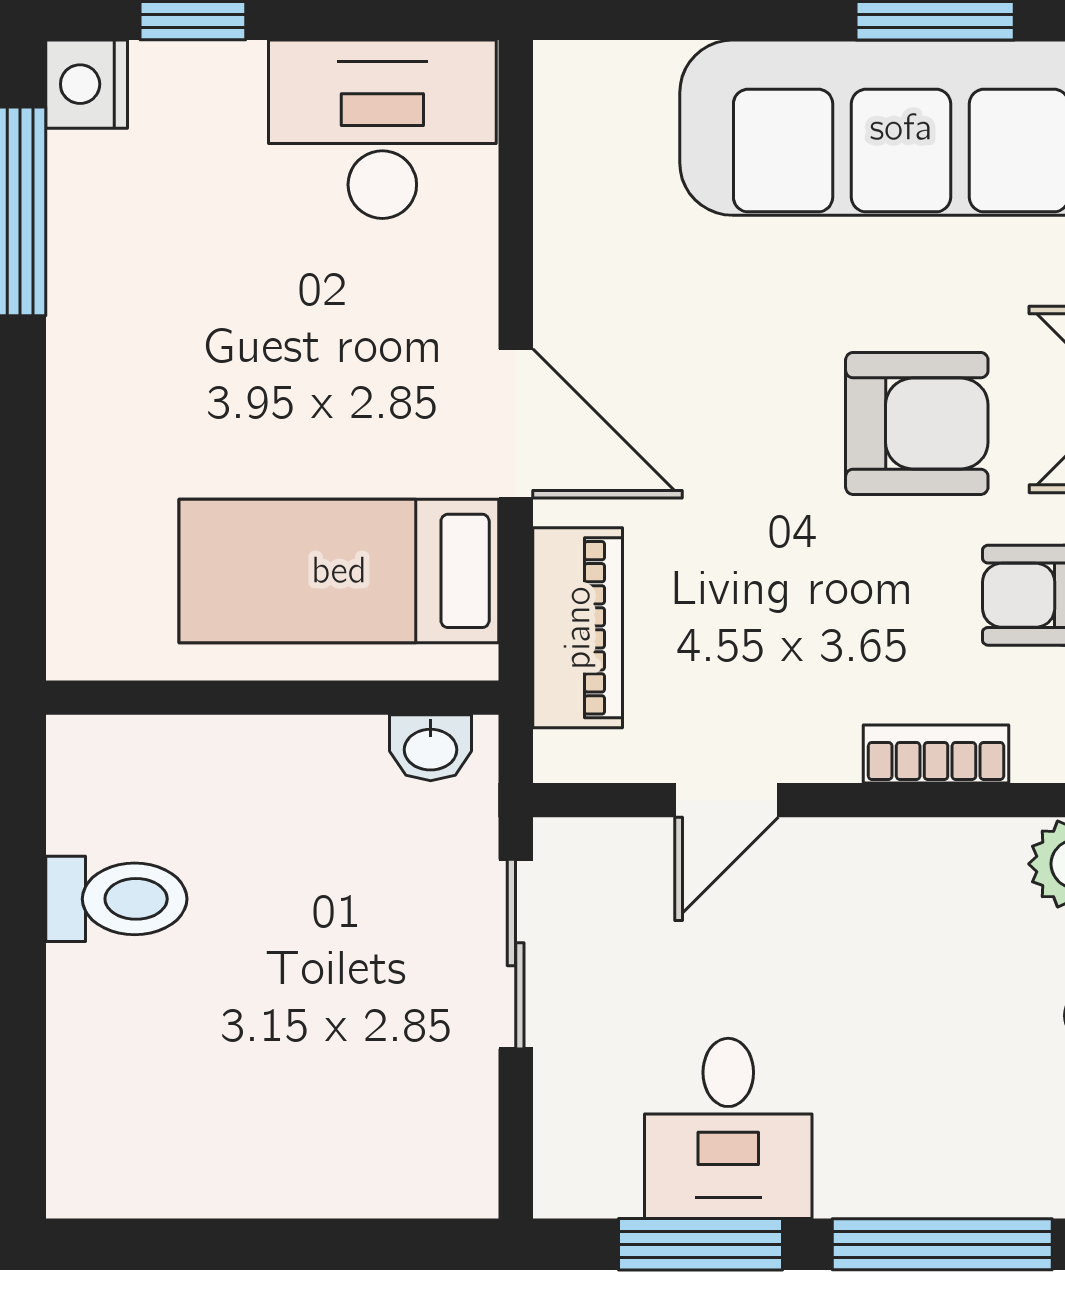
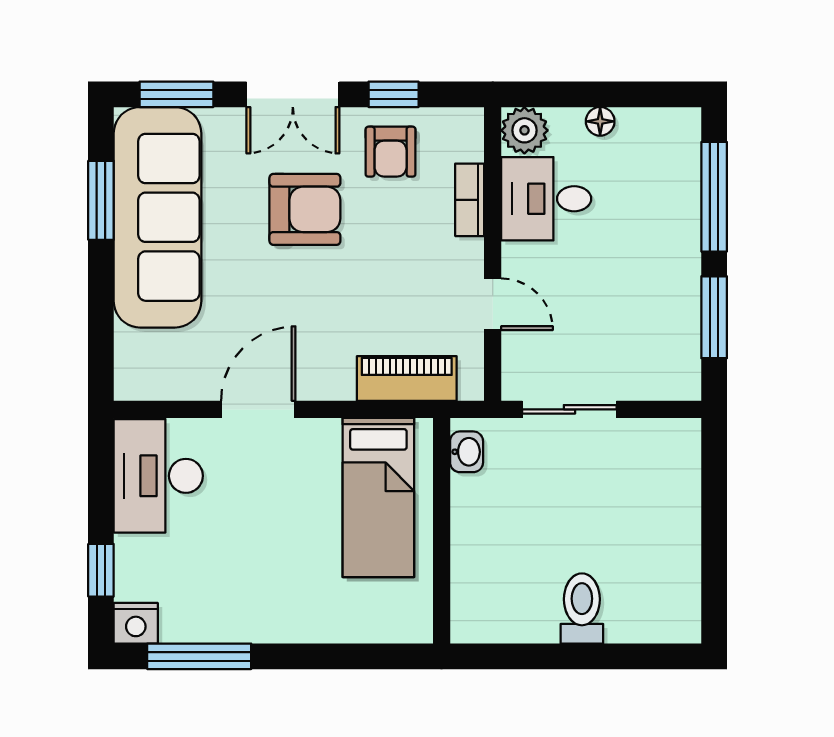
door: (516, 423) -> (258, 409), moved
armchair: (917, 423) -> (305, 209), turned 90
toilet: (116, 899) -> (582, 608), moved
desk: (728, 1128) -> (546, 199), moved, turned 180

